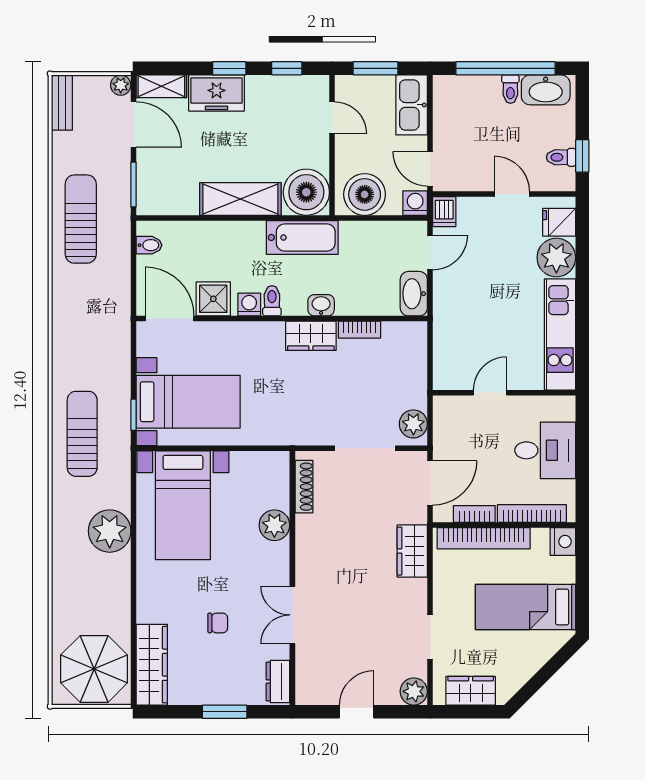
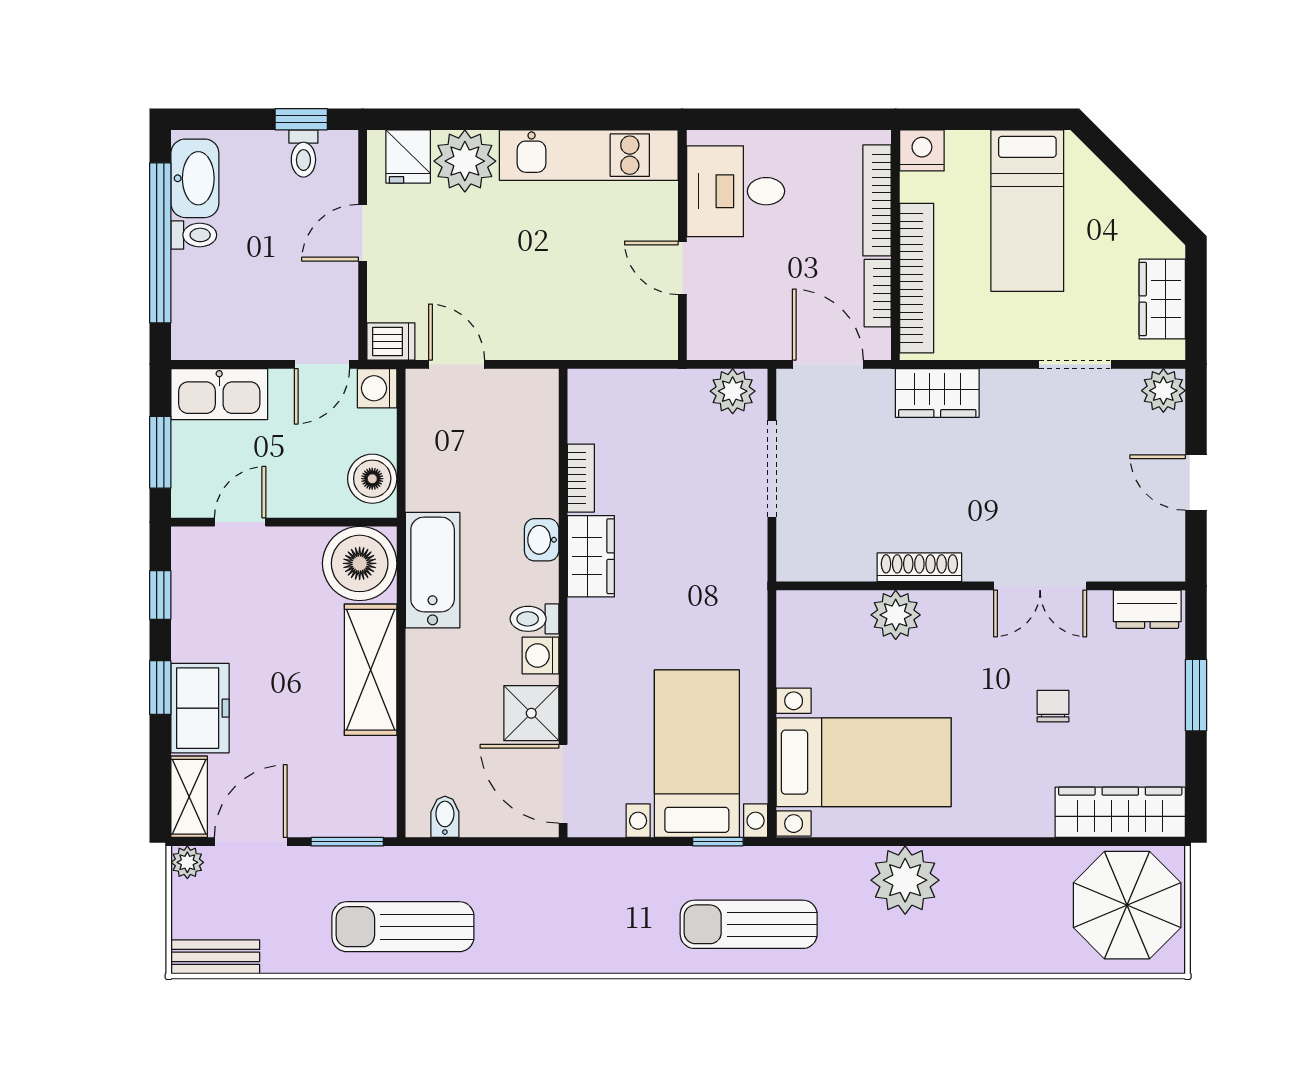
boiler: (365, 194) -> (372, 479), width x0.73, depth x0.73
washbasin: (414, 294) -> (523, 390), removed
door: (169, 319) -> (563, 784), hinge flipped
desk: (545, 450) -> (736, 191), moved, turned -90
shoe rack: (304, 487) -> (919, 567), moved

